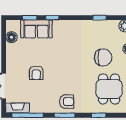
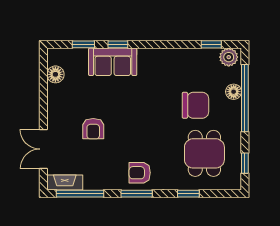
window: (100, 18) -> (211, 44), moved
sofa: (36, 29) -> (113, 62), moved
armchair: (67, 102) -> (140, 173), turned 180

